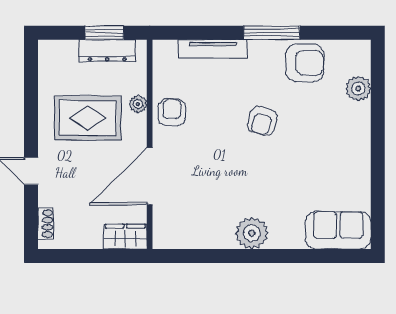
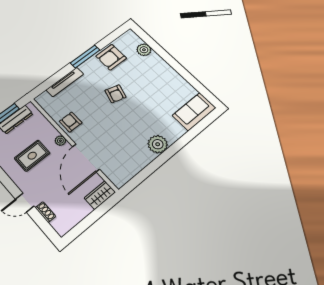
armchair: (305, 63) -> (111, 57), turned 180
plant: (138, 104) -> (60, 141), moved
rug: (88, 118) -> (32, 156), width x0.73, depth x0.70
shoe rack: (46, 224) -> (45, 212), moved

